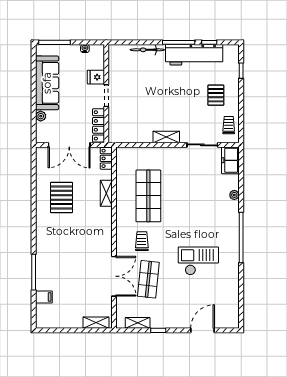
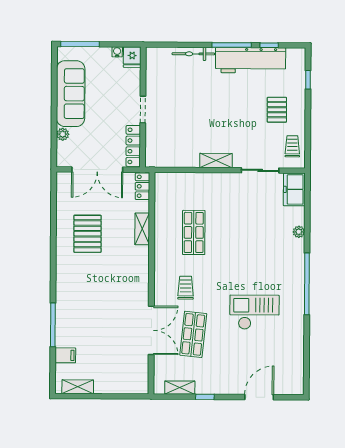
fridge: (96, 77) -> (132, 57), moved, turned -90
shop shelf: (148, 196) -> (194, 232), width x0.70, depth x0.74
shelving: (96, 323) -> (78, 387), moved

